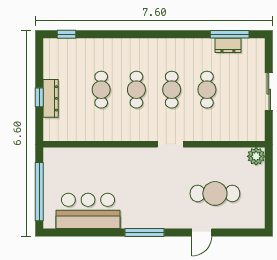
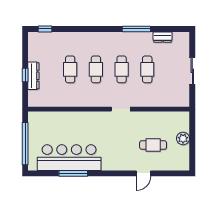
window: (230, 34) -> (136, 29), moved
plant: (256, 156) -> (183, 138), moved
cafe table: (215, 193) -> (153, 145), width x0.73, depth x0.74
bar counter: (88, 211) -> (69, 158), width x1.36
window: (144, 232) -> (73, 173), moved

